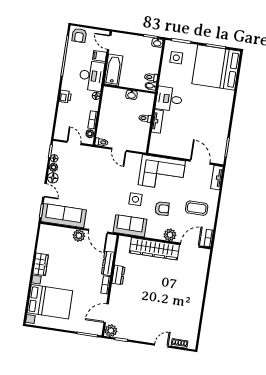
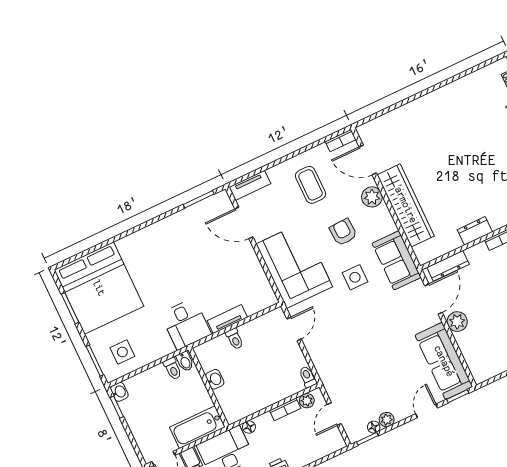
door: (119, 150) -> (294, 329), moved
door: (200, 162) -> (244, 223), hinge flipped
floor lamp: (53, 178) -> (402, 411), removed
dresser: (108, 263) -> (448, 266), moved

